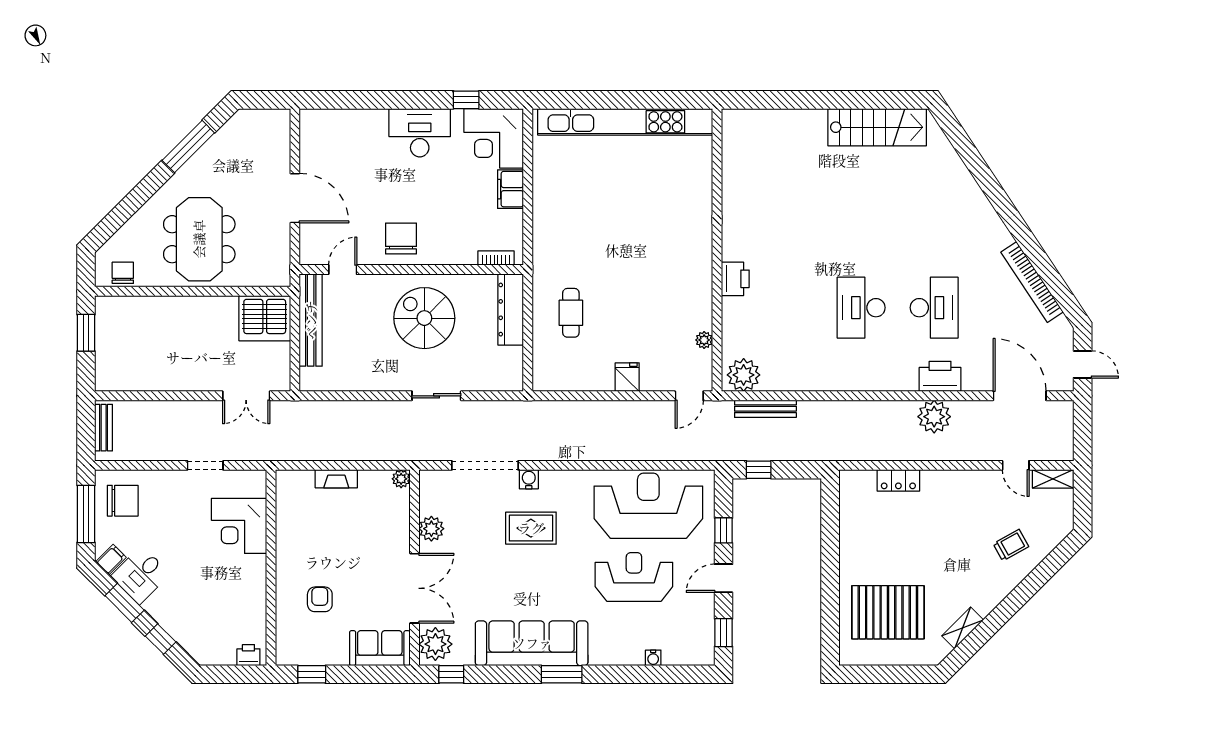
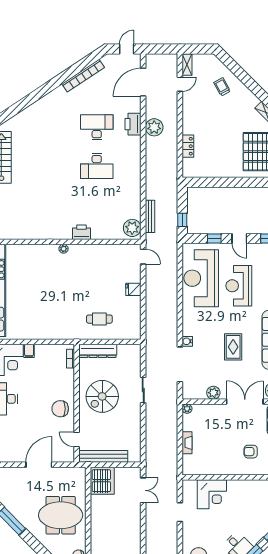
filing cabinet: (510, 189) -> (29, 351), width x0.50
plant: (704, 340) -> (64, 249), moved
rug: (531, 528) -> (233, 347), moved

